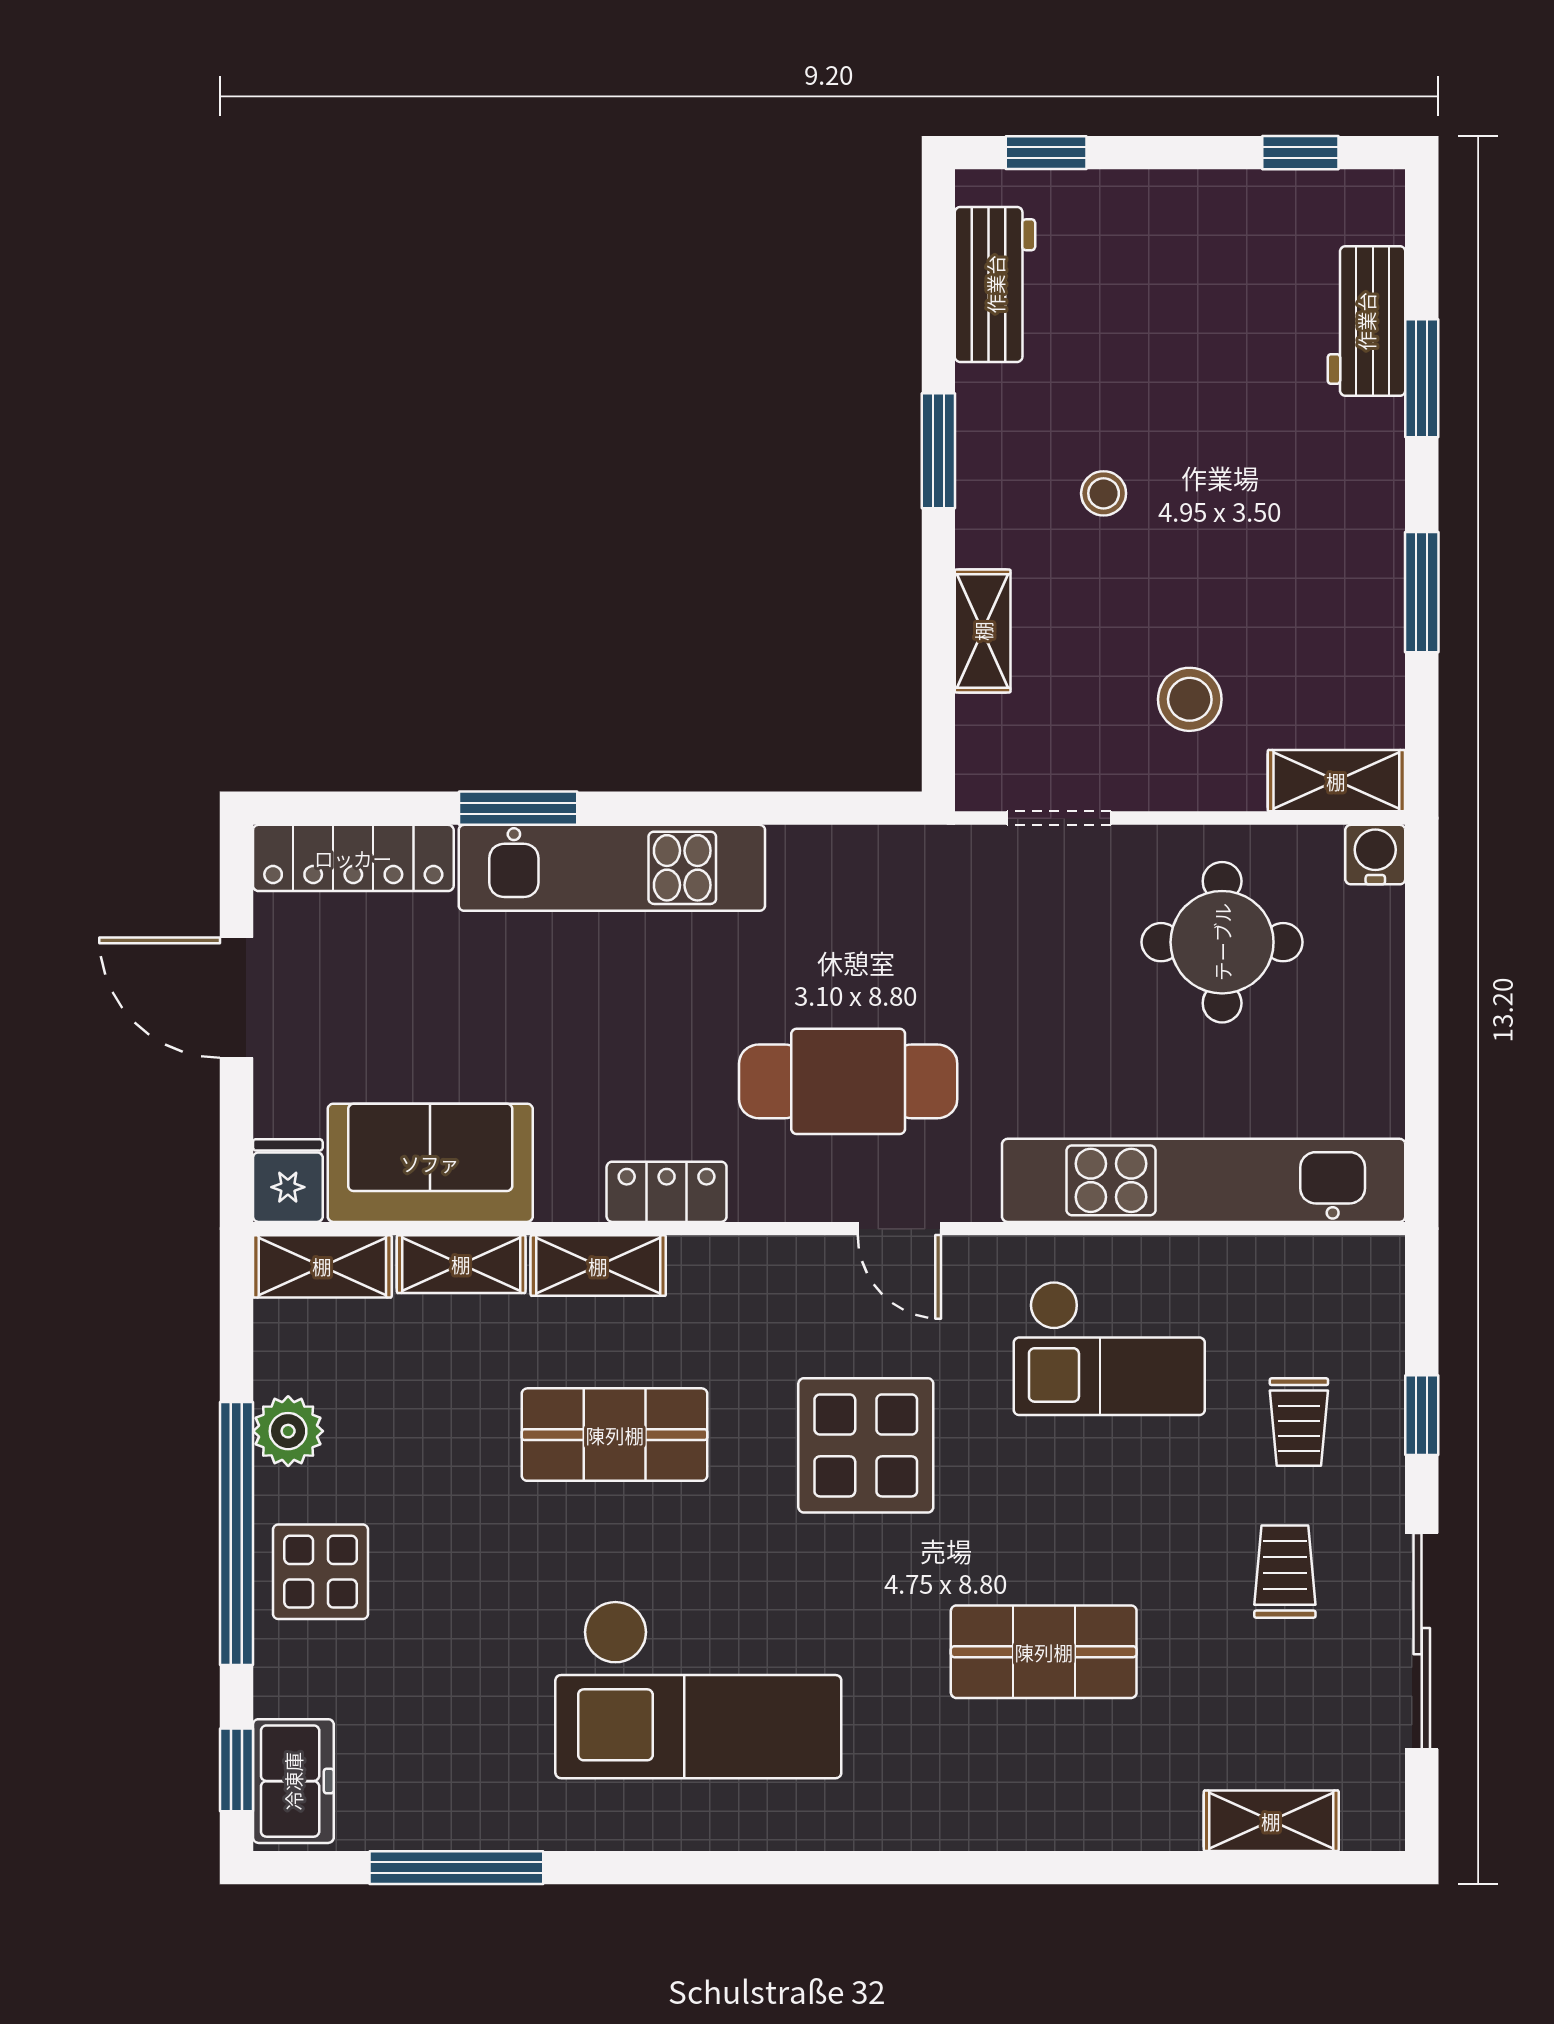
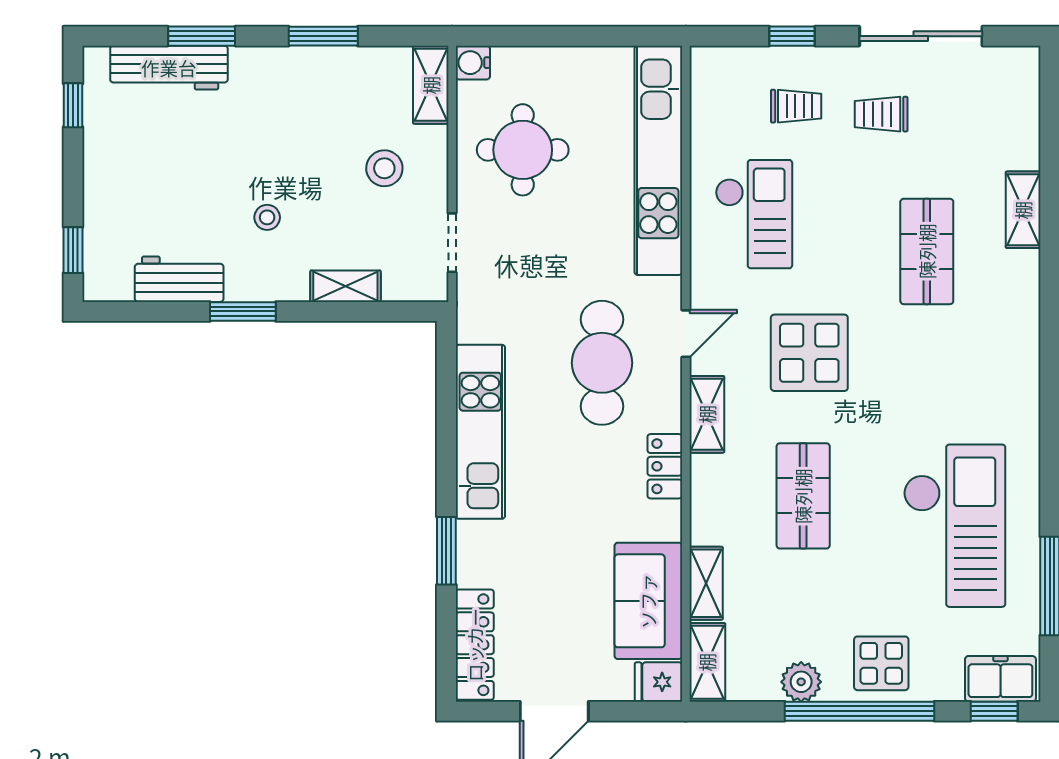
workbench: (995, 284) -> (179, 279), moved
workbench: (1366, 321) -> (169, 68), width x1.38
kitchen unit: (612, 868) -> (480, 432), moved
shelving: (598, 1266) -> (707, 414), moved
checkout: (698, 1689) -> (954, 526), moved
shelving: (1271, 1821) -> (1023, 210), moved

